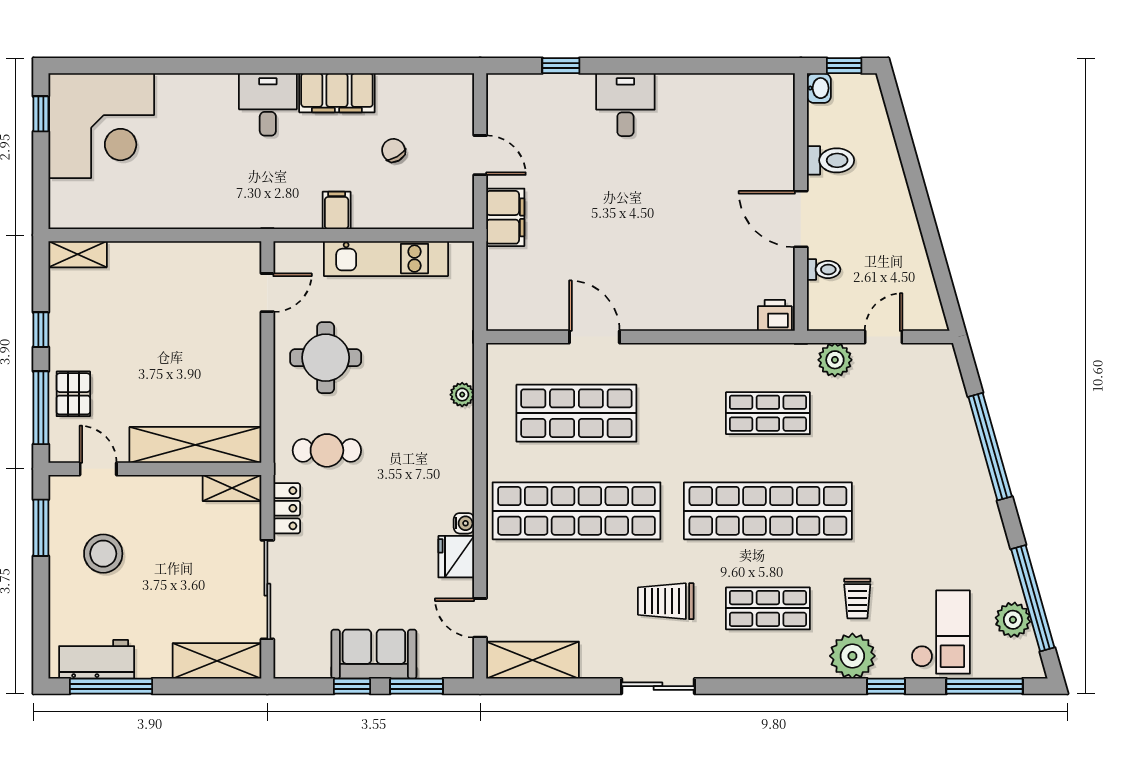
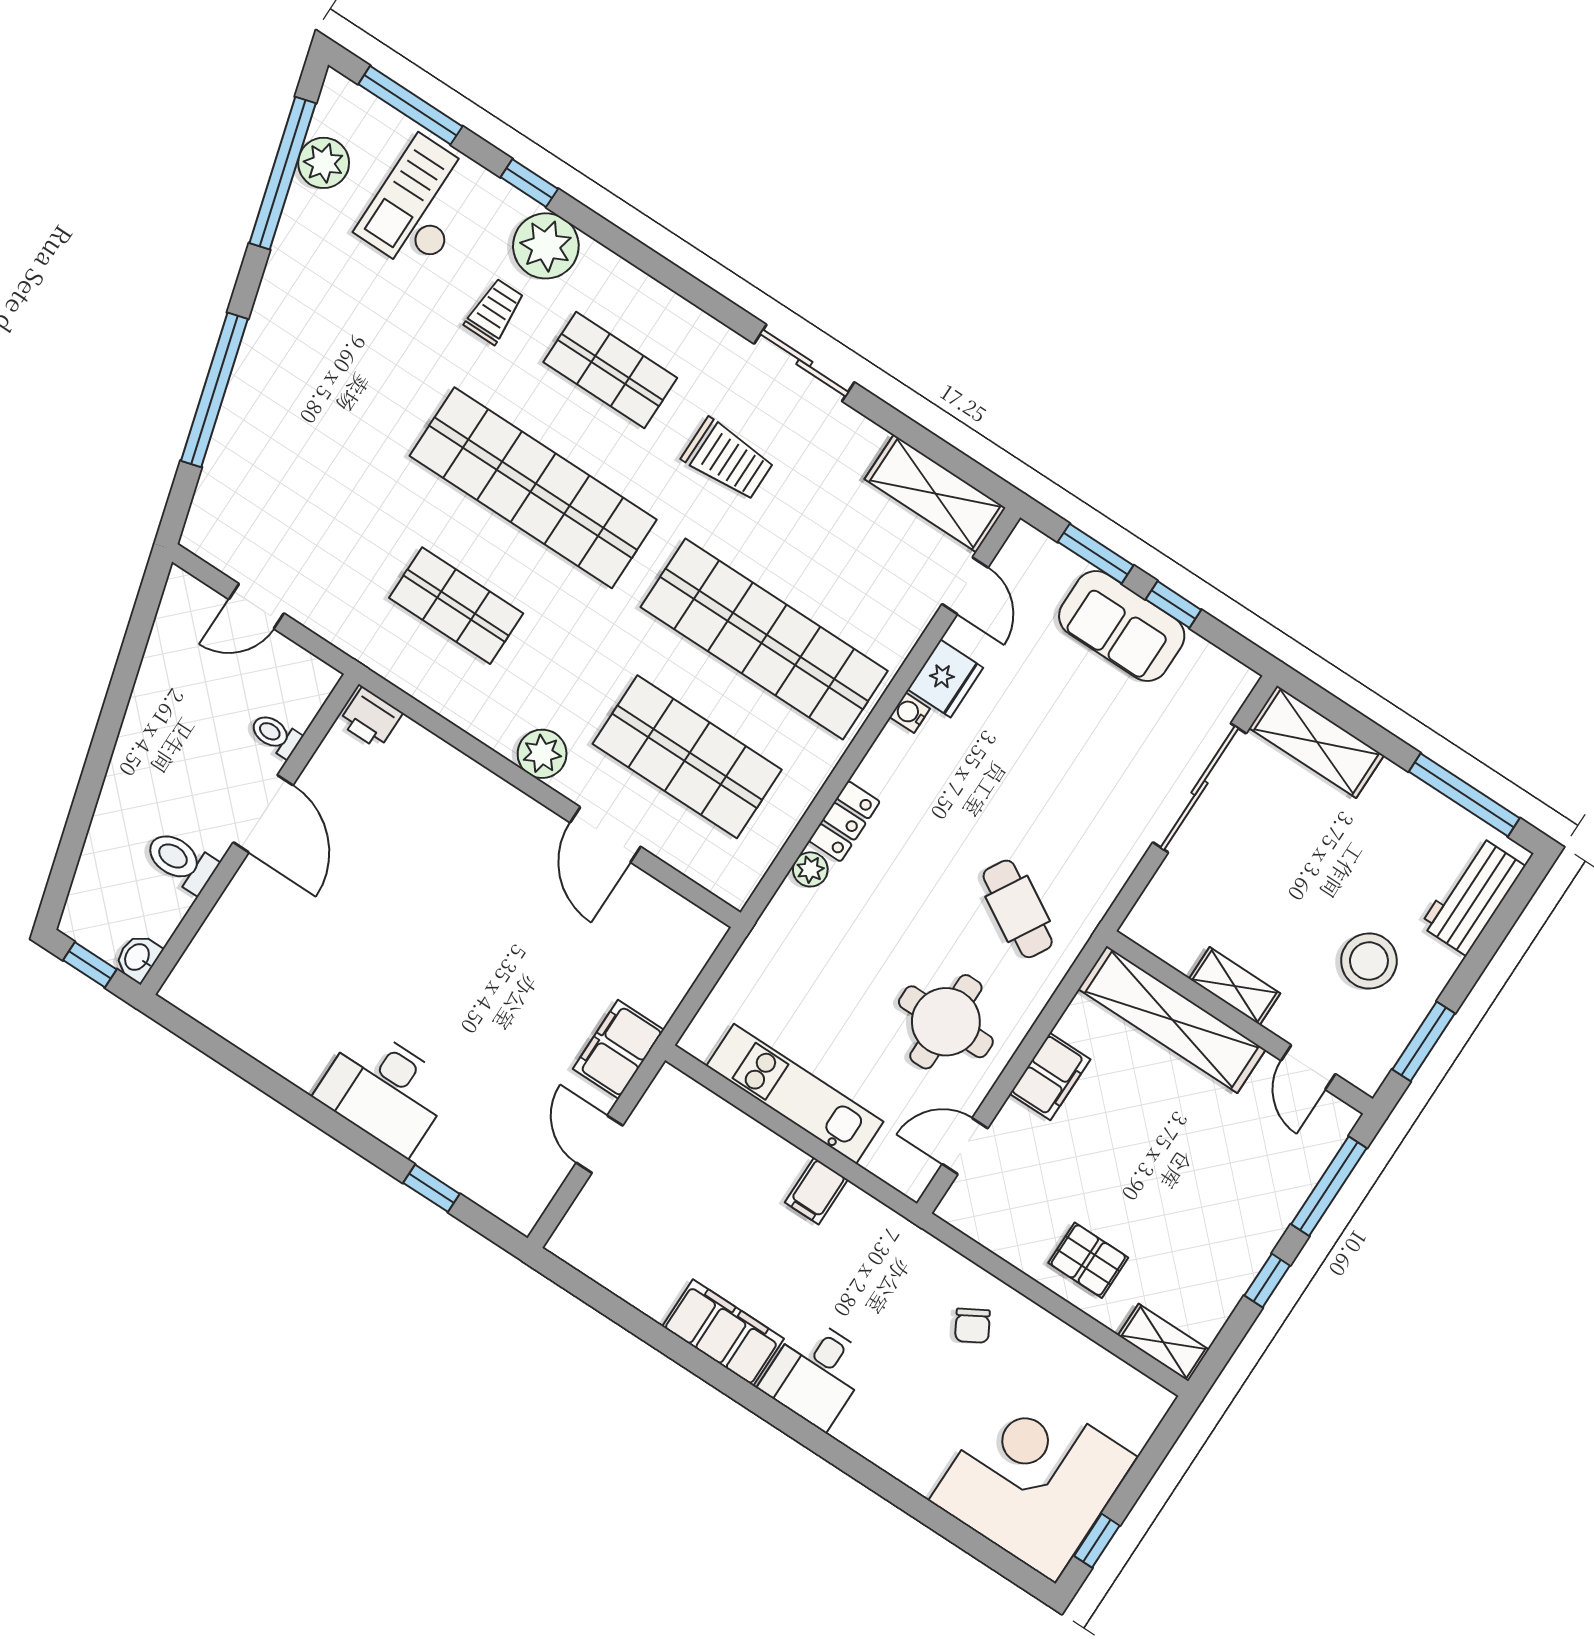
desk: (625, 105) -> (384, 1090), width x1.37
chair: (393, 150) -> (972, 1326), moved
plant: (835, 360) -> (542, 754), moved
filing cabinet: (244, 365) -> (1050, 1077), added
pallet: (73, 394) -> (1088, 1260), moved, turned 90
cafe table: (327, 450) -> (1018, 909), turned 30
shelving: (232, 488) -> (1235, 986), moved
locker: (287, 508) -> (844, 821), moved, turned 180
workbench: (97, 659) -> (1473, 896), moved, turned 90

